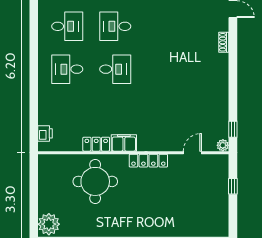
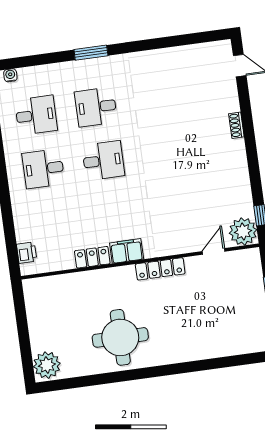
shoe rack: (224, 42) -> (236, 125), moved
plant: (223, 145) -> (243, 231), width x1.88, depth x1.88
round table: (95, 181) -> (120, 337), moved

